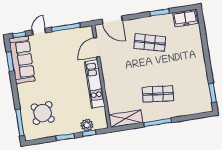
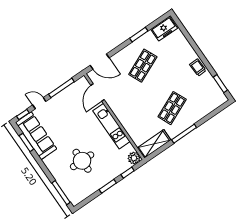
door: (39, 32) -> (39, 103), hinge flipped
shop shelf: (150, 43) -> (143, 66), turned -39
trolley: (199, 68) -> (198, 67), added
shop shelf: (158, 94) -> (172, 108), turned -30
round table: (43, 113) -> (82, 161), moved, turned 45
plant: (87, 125) -> (134, 158), moved

